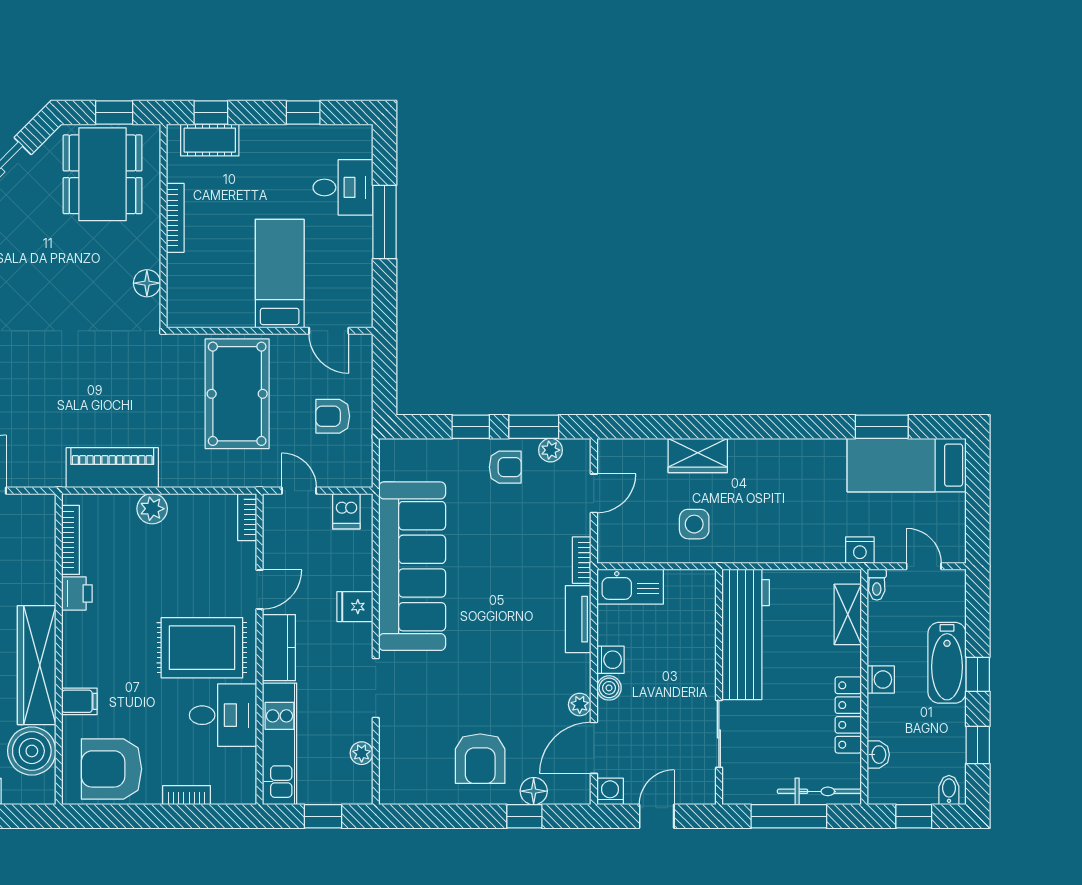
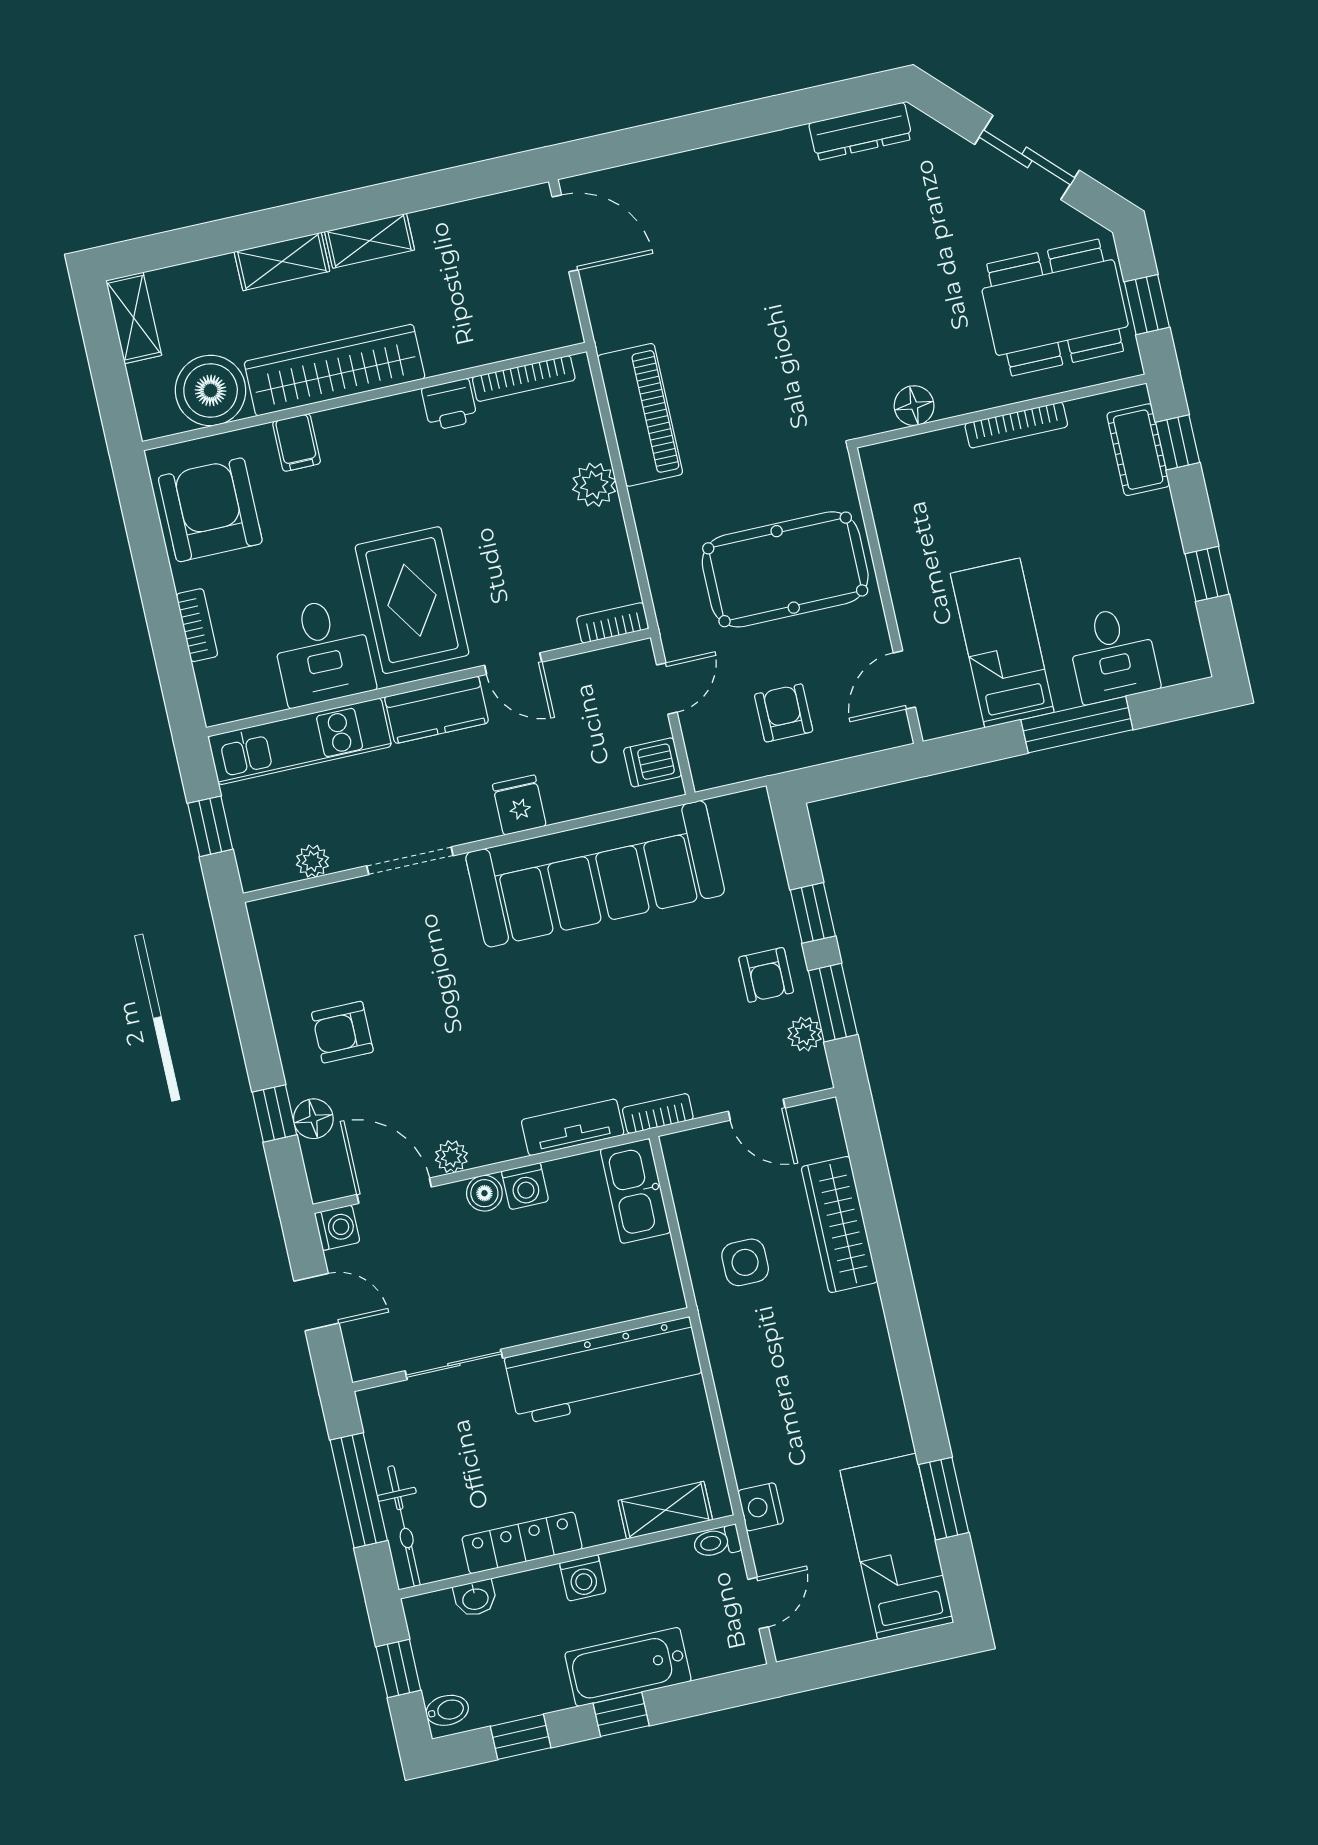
bed: (280, 274) -> (1002, 643), moved, turned -90
wardrobe: (698, 455) -> (839, 1224), width x1.50
armchair: (480, 759) -> (342, 1032), width x0.72, depth x0.72

